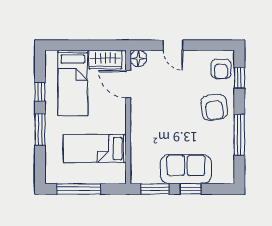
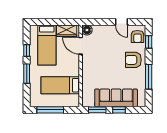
door: (173, 45) -> (122, 22), moved
armchair: (214, 107) -> (133, 60), turned 97
sofa: (186, 169) -> (116, 98), width x1.36

